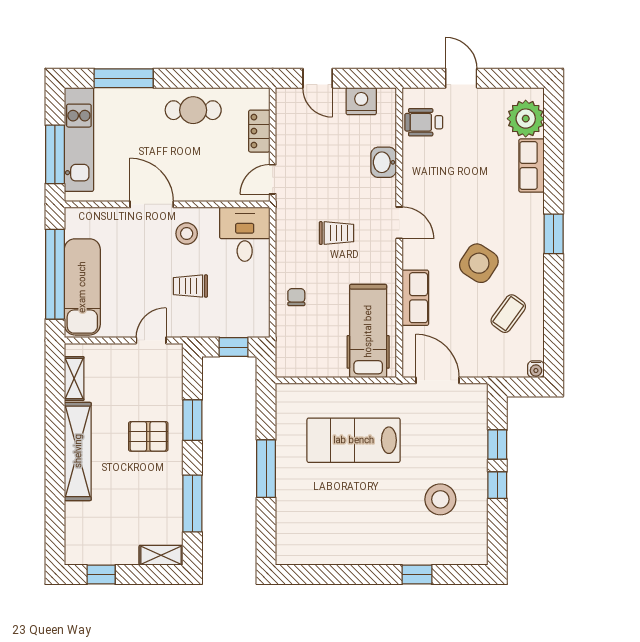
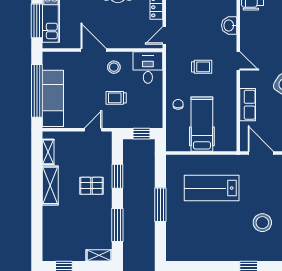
hospital bed: (368, 331) -> (202, 124), moved
shelving: (78, 451) -> (50, 185), width x0.68

